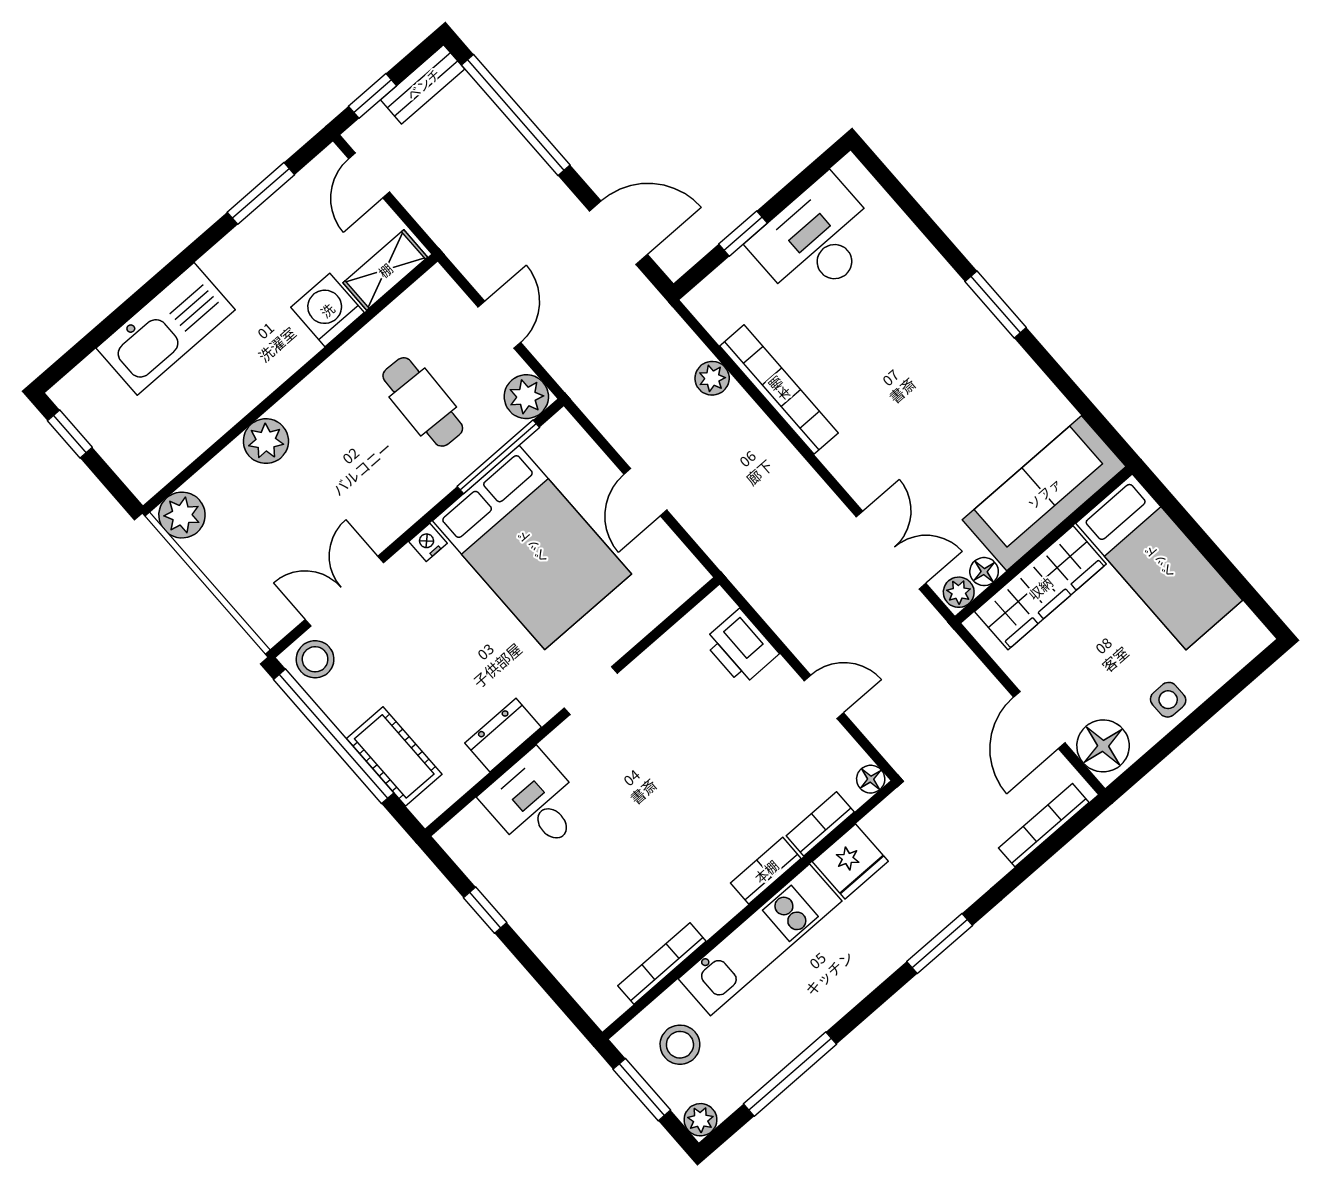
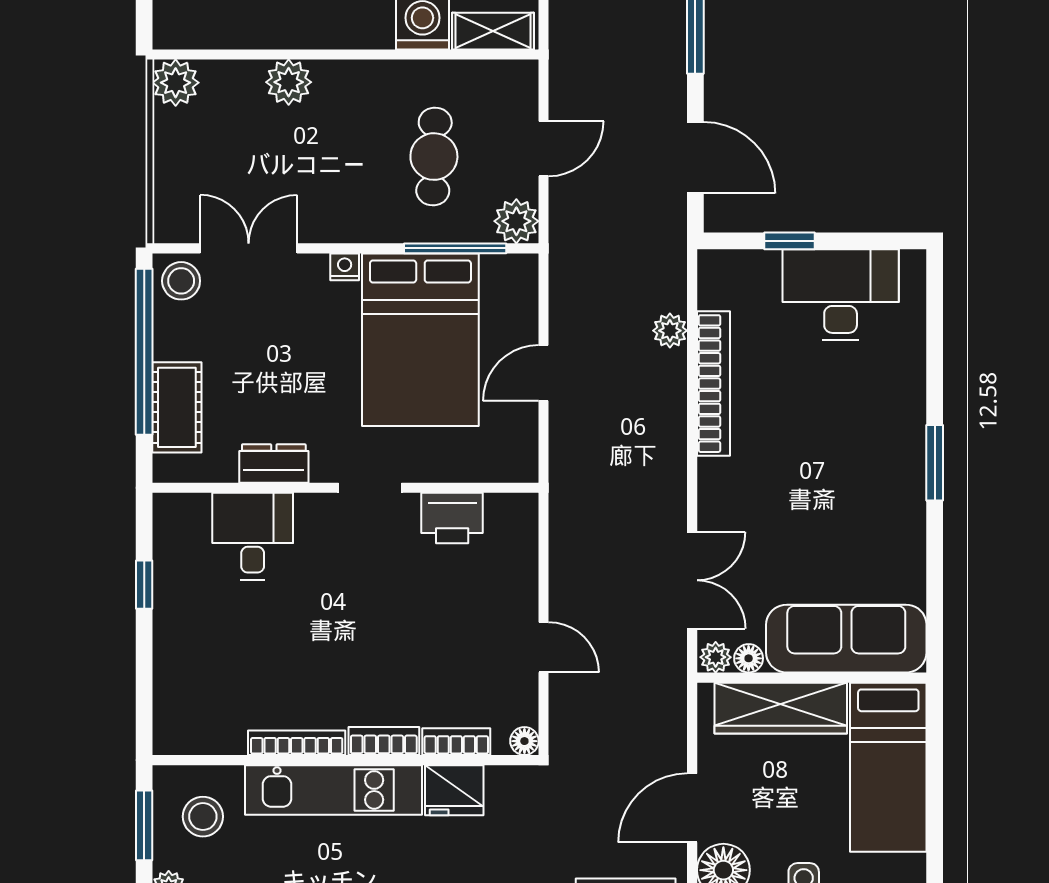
printer: (741, 647) -> (452, 518), moved, turned -90
bookcase: (662, 963) -> (297, 743), moved

